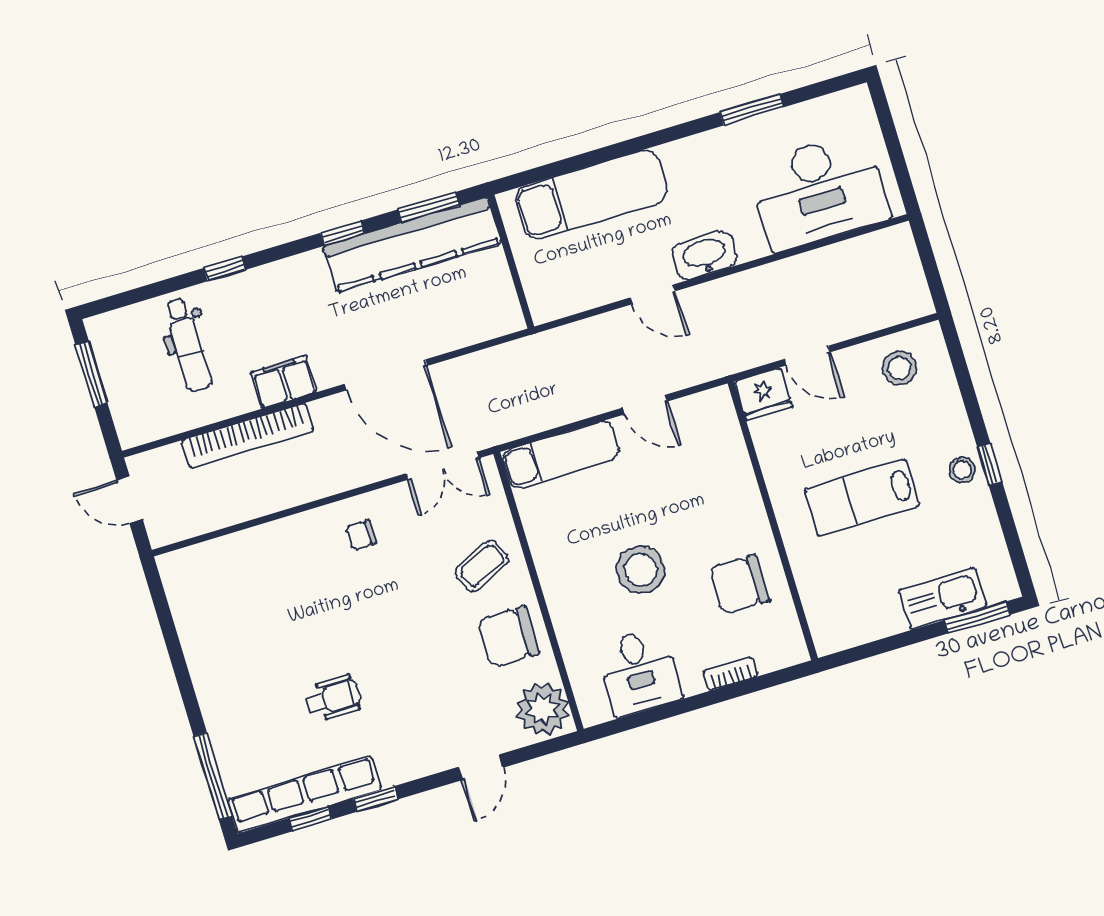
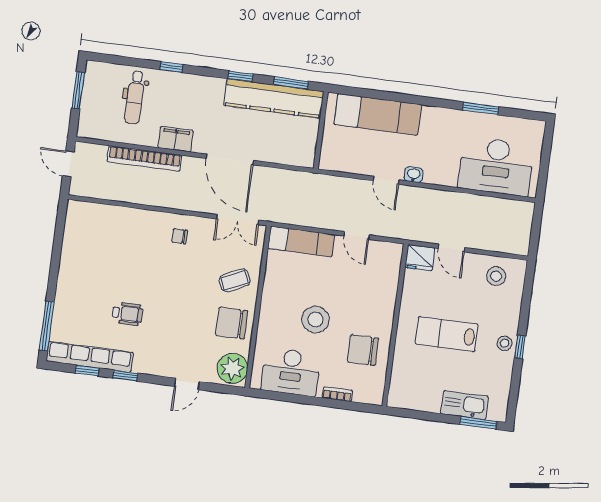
washbasin: (705, 255) -> (413, 175), width x0.52, depth x0.69
desk: (639, 672) -> (291, 372), width x1.37

